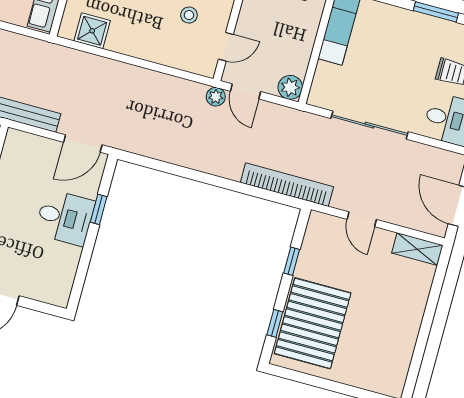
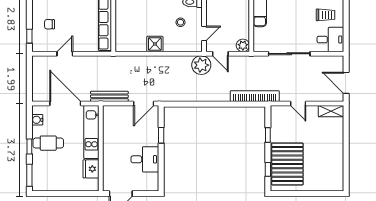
shower: (92, 31) -> (155, 44), moved
plant: (216, 97) -> (201, 65), width x1.87, depth x1.87
desk: (65, 218) -> (145, 159), moved

